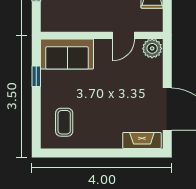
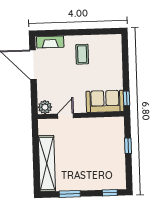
window: (36, 76) -> (127, 98), moved
coffee table: (64, 122) -> (82, 54), moved

